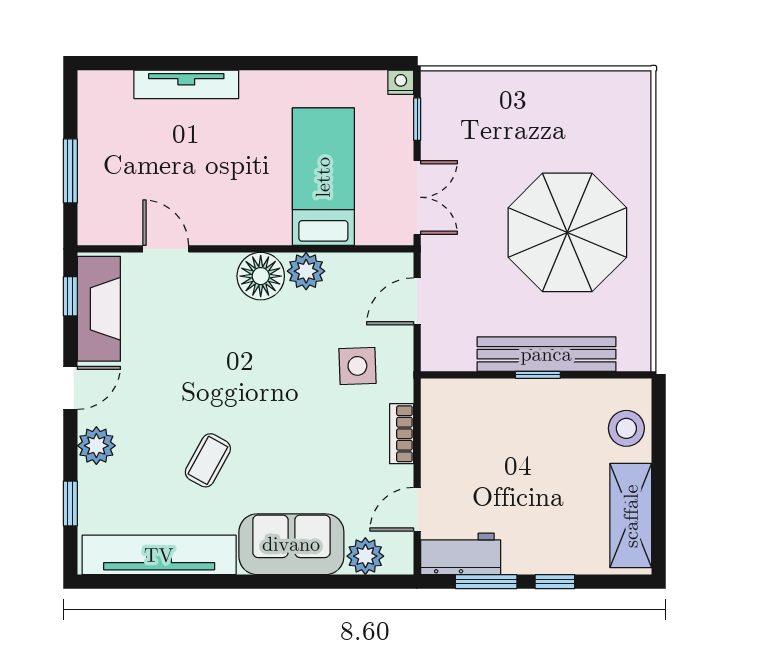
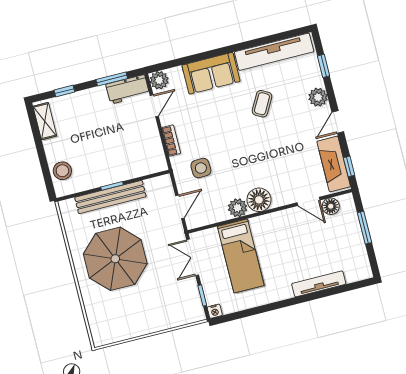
floor lamp: (125, 229) -> (331, 206), added
shelving: (631, 516) -> (45, 121), width x0.67, depth x0.75
plant: (365, 556) -> (159, 80), moved
window: (555, 582) -> (64, 91), moved

